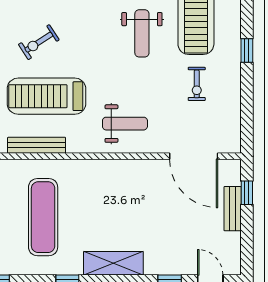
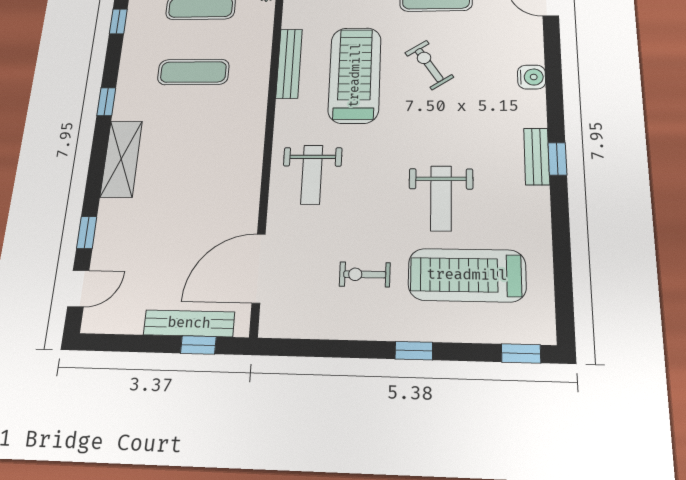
weight bench: (142, 33) -> (441, 198), turned -90
bench: (233, 209) -> (189, 323), width x1.36
exercise mat: (43, 217) -> (193, 72), width x0.73, depth x0.69

